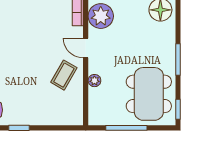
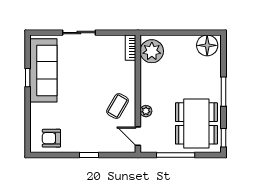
door: (86, 48) -> (138, 136), moved
window: (19, 128) -> (89, 155), moved

